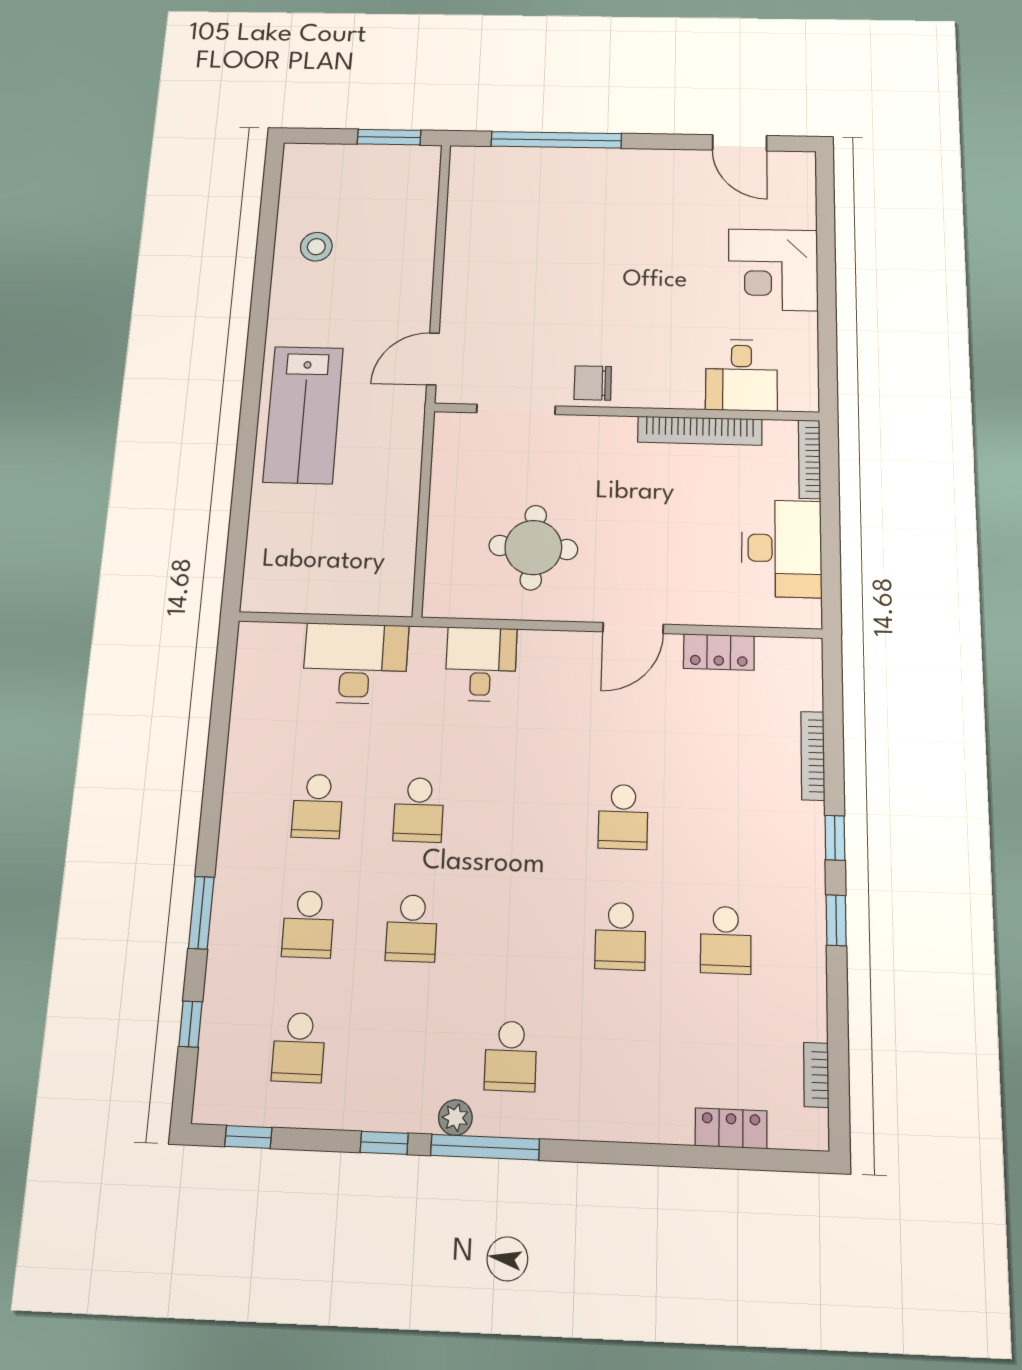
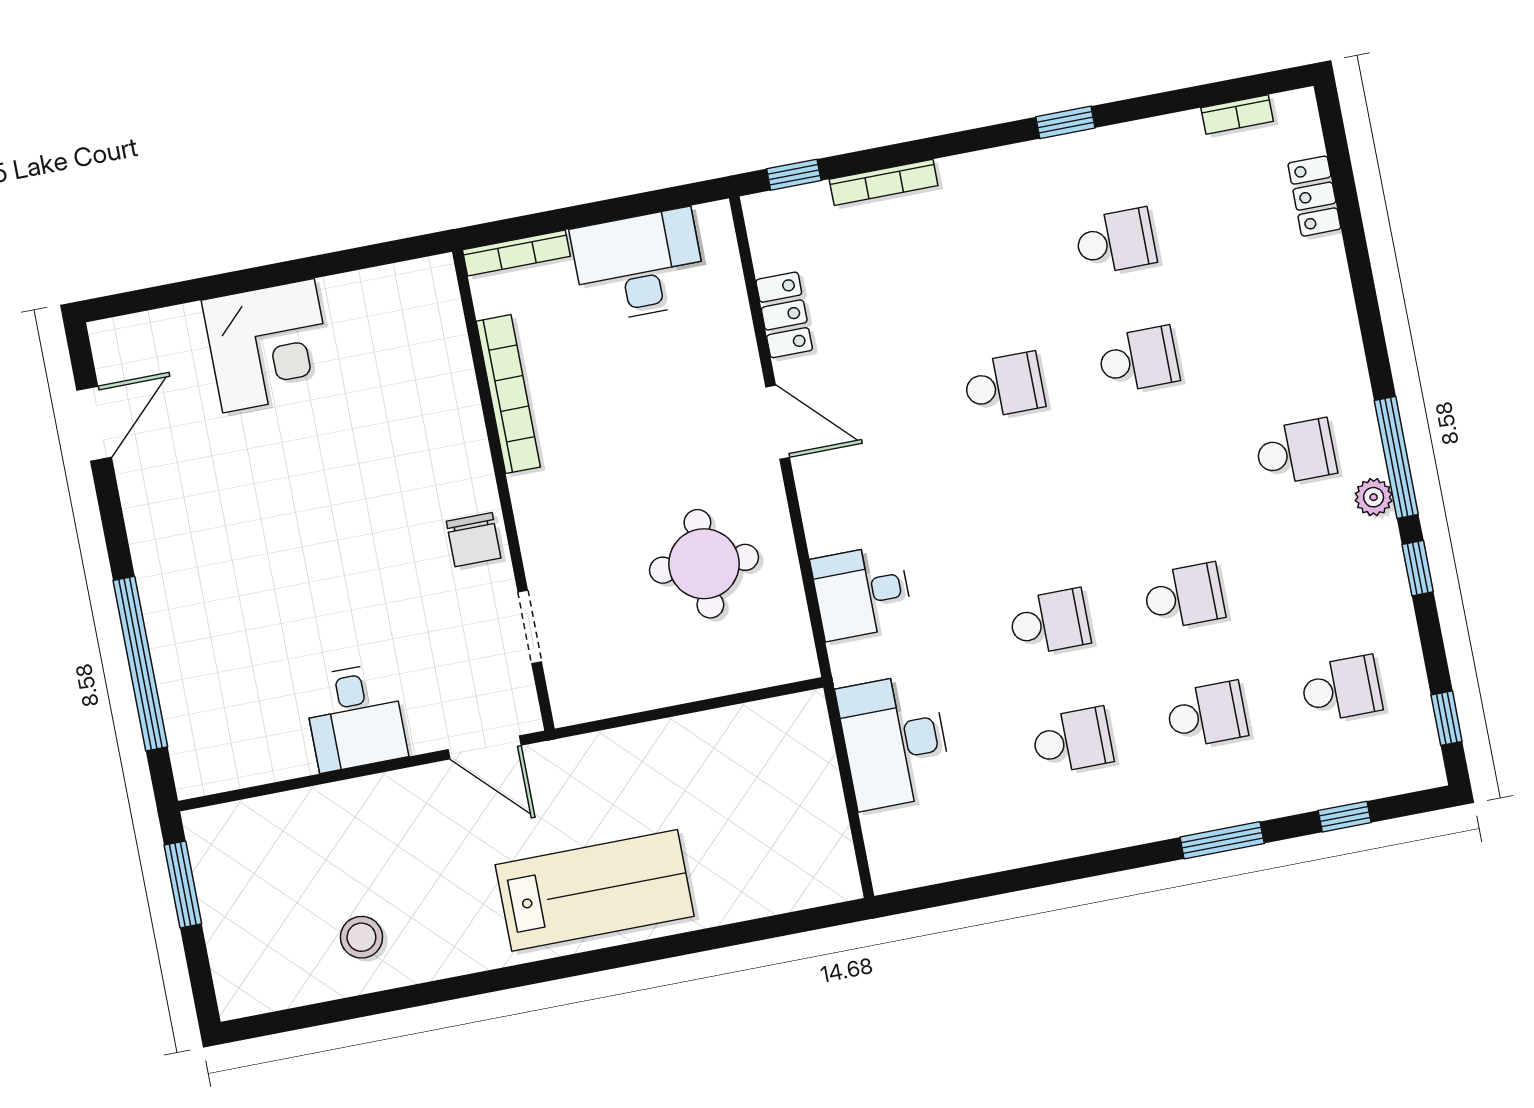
desk: (741, 375) -> (355, 717), moved, turned 90
doorway: (516, 409) -> (530, 627), width x0.73
window: (835, 838) -> (794, 175), moved

